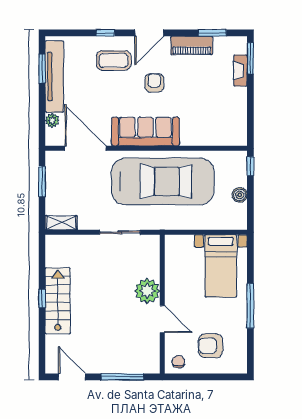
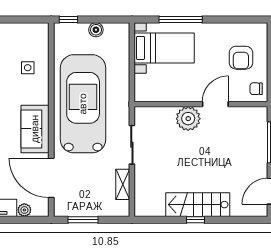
side table: (200, 124) -> (28, 68), added
sofa: (145, 132) -> (35, 129), width x0.73
door: (86, 148) -> (51, 178), hinge flipped
shelving: (61, 223) -> (123, 184), moved
window: (250, 306) -> (181, 20), moved

